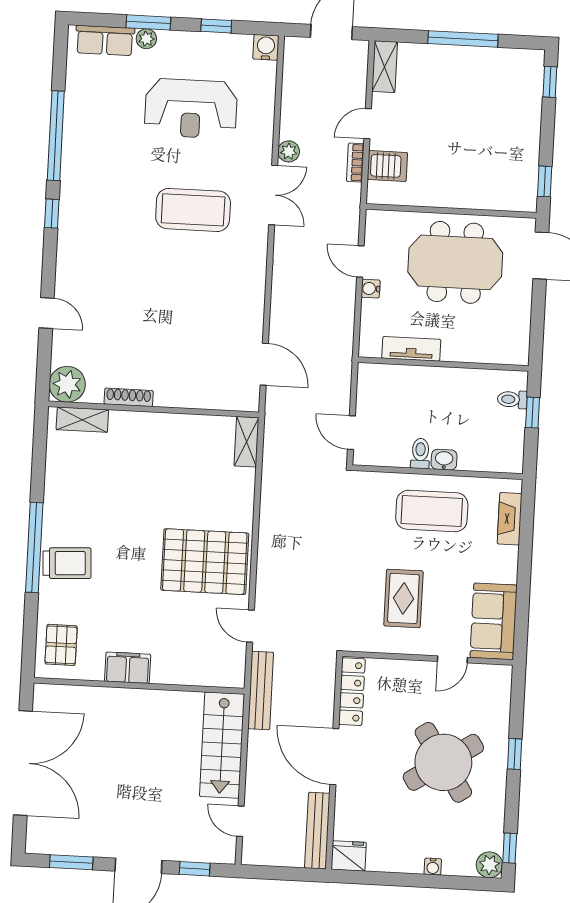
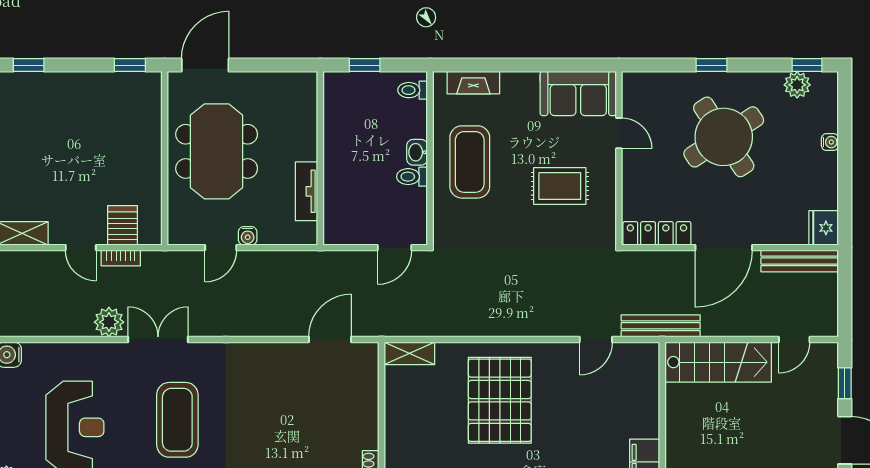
plant: (289, 151) -> (109, 322), width x1.38, depth x1.38
toilet: (512, 399) -> (413, 90), moved, turned 90
pallet: (205, 562) -> (500, 400), moved
plant: (489, 865) -> (797, 85), moved

